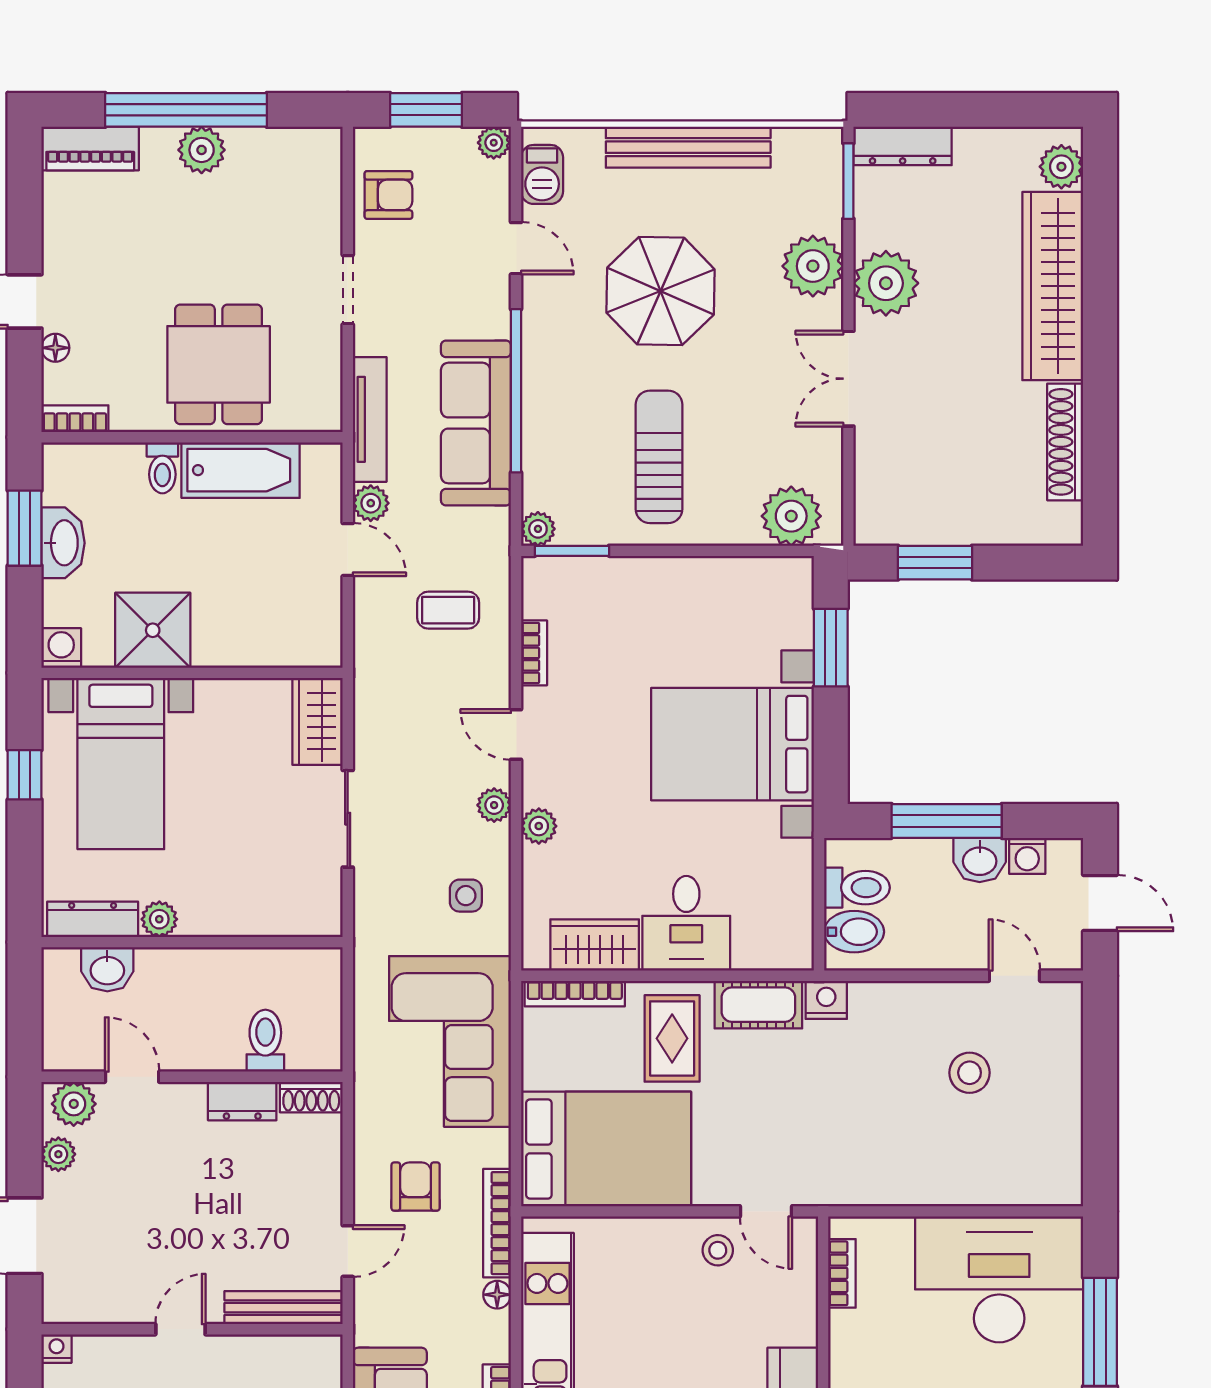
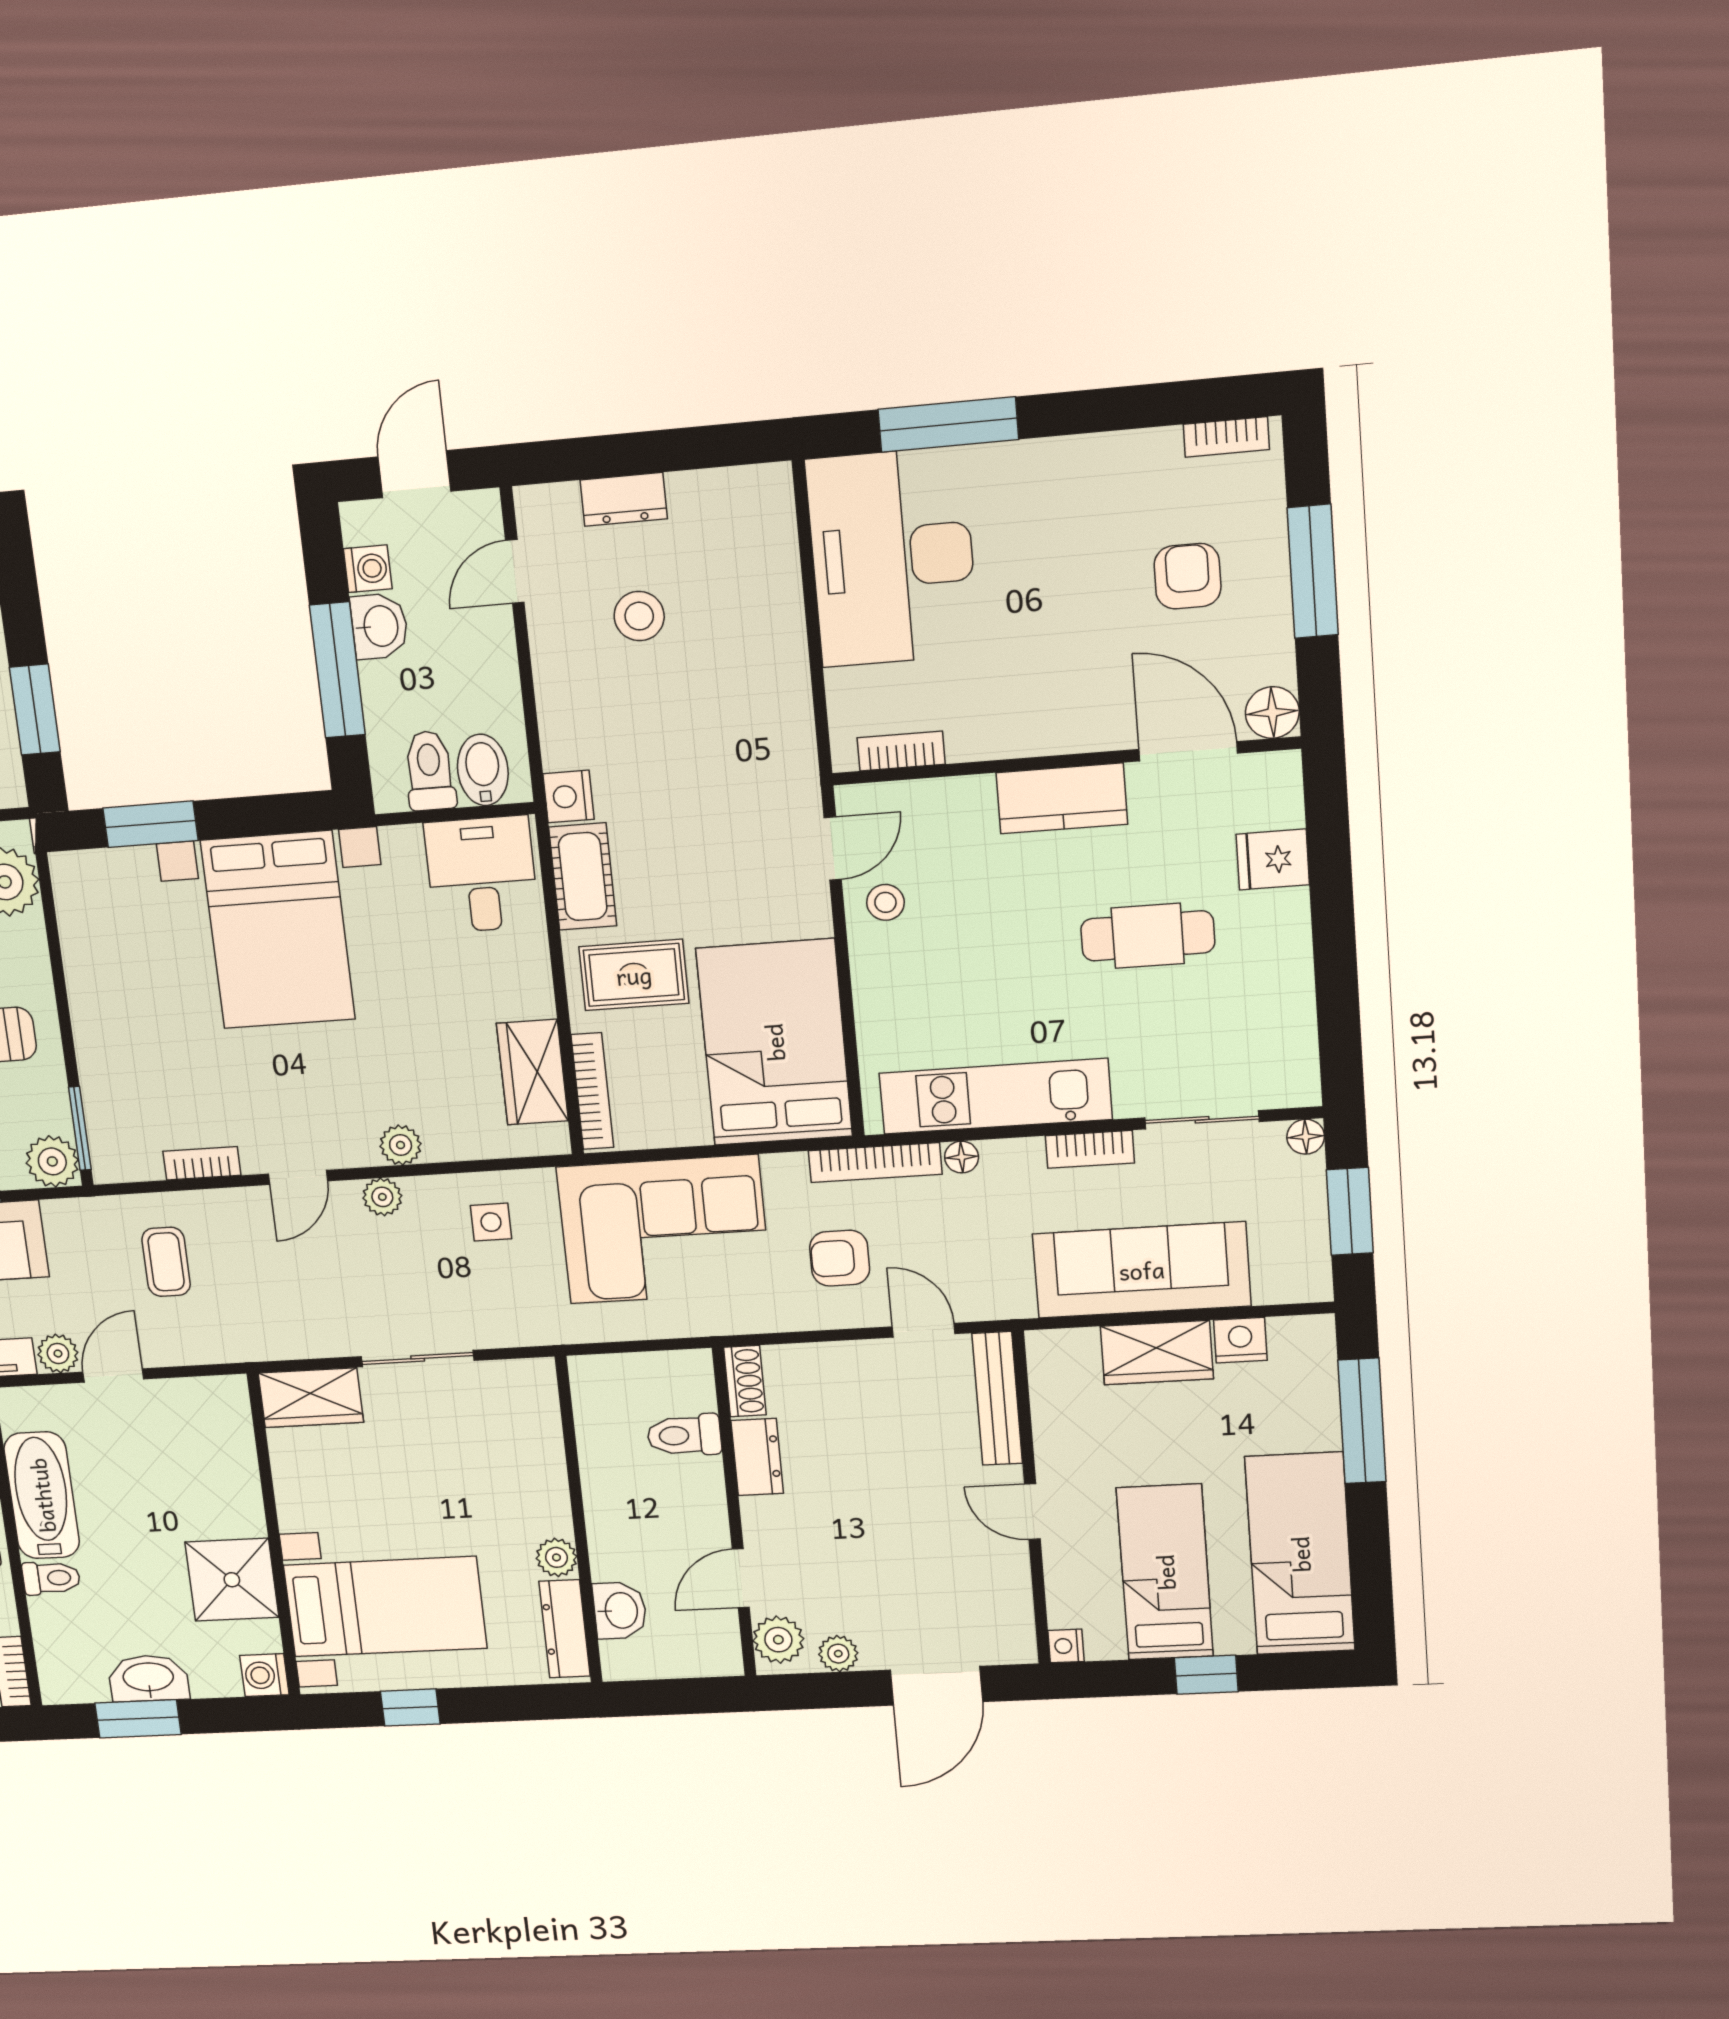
plant: (538, 529) -> (52, 1161), width x1.38, depth x1.38
desk: (686, 923) -> (481, 874), moved, turned -90
dresser: (1064, 1070) -> (624, 499), added

